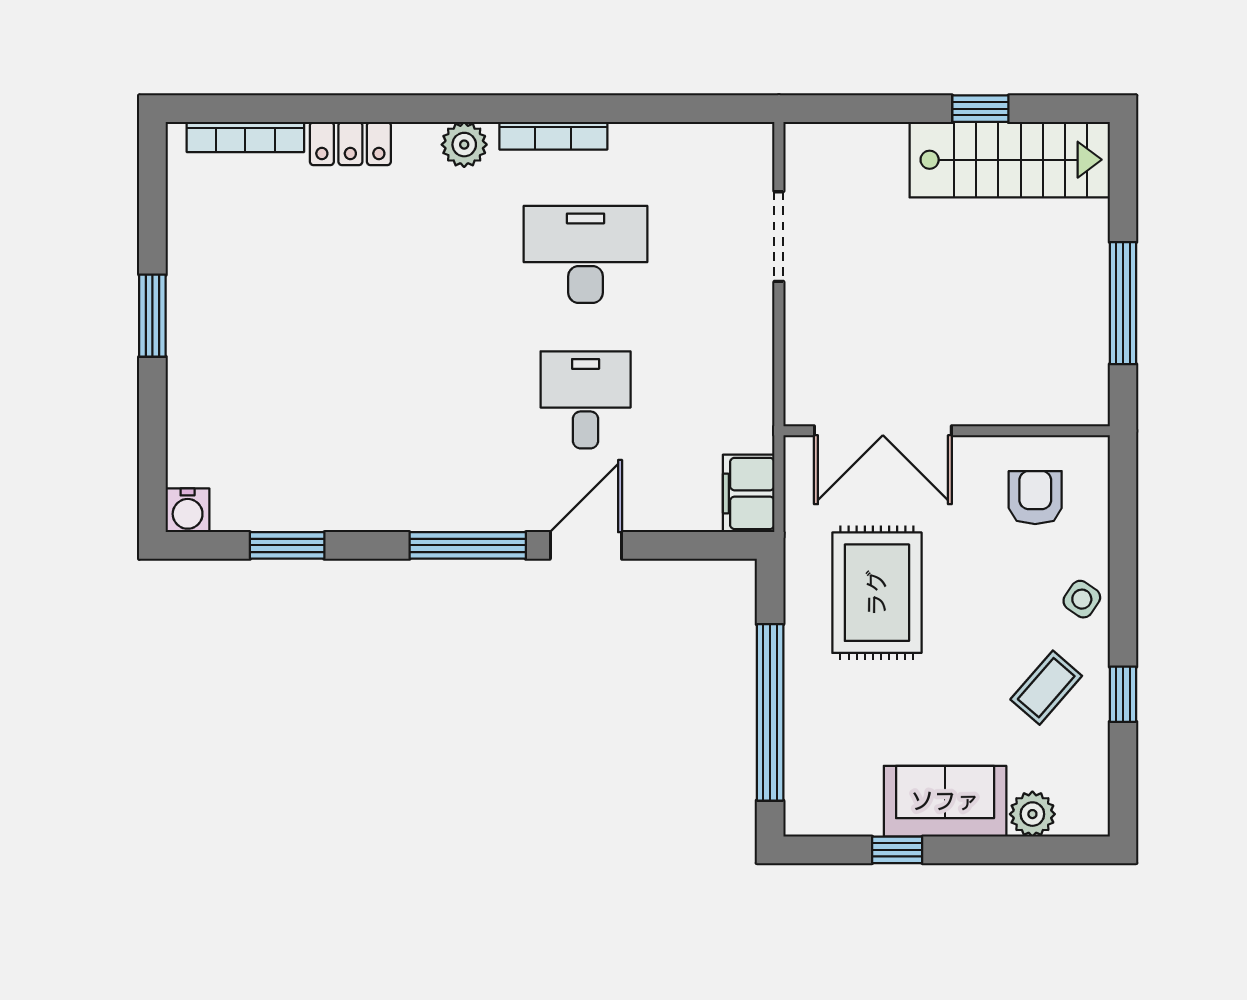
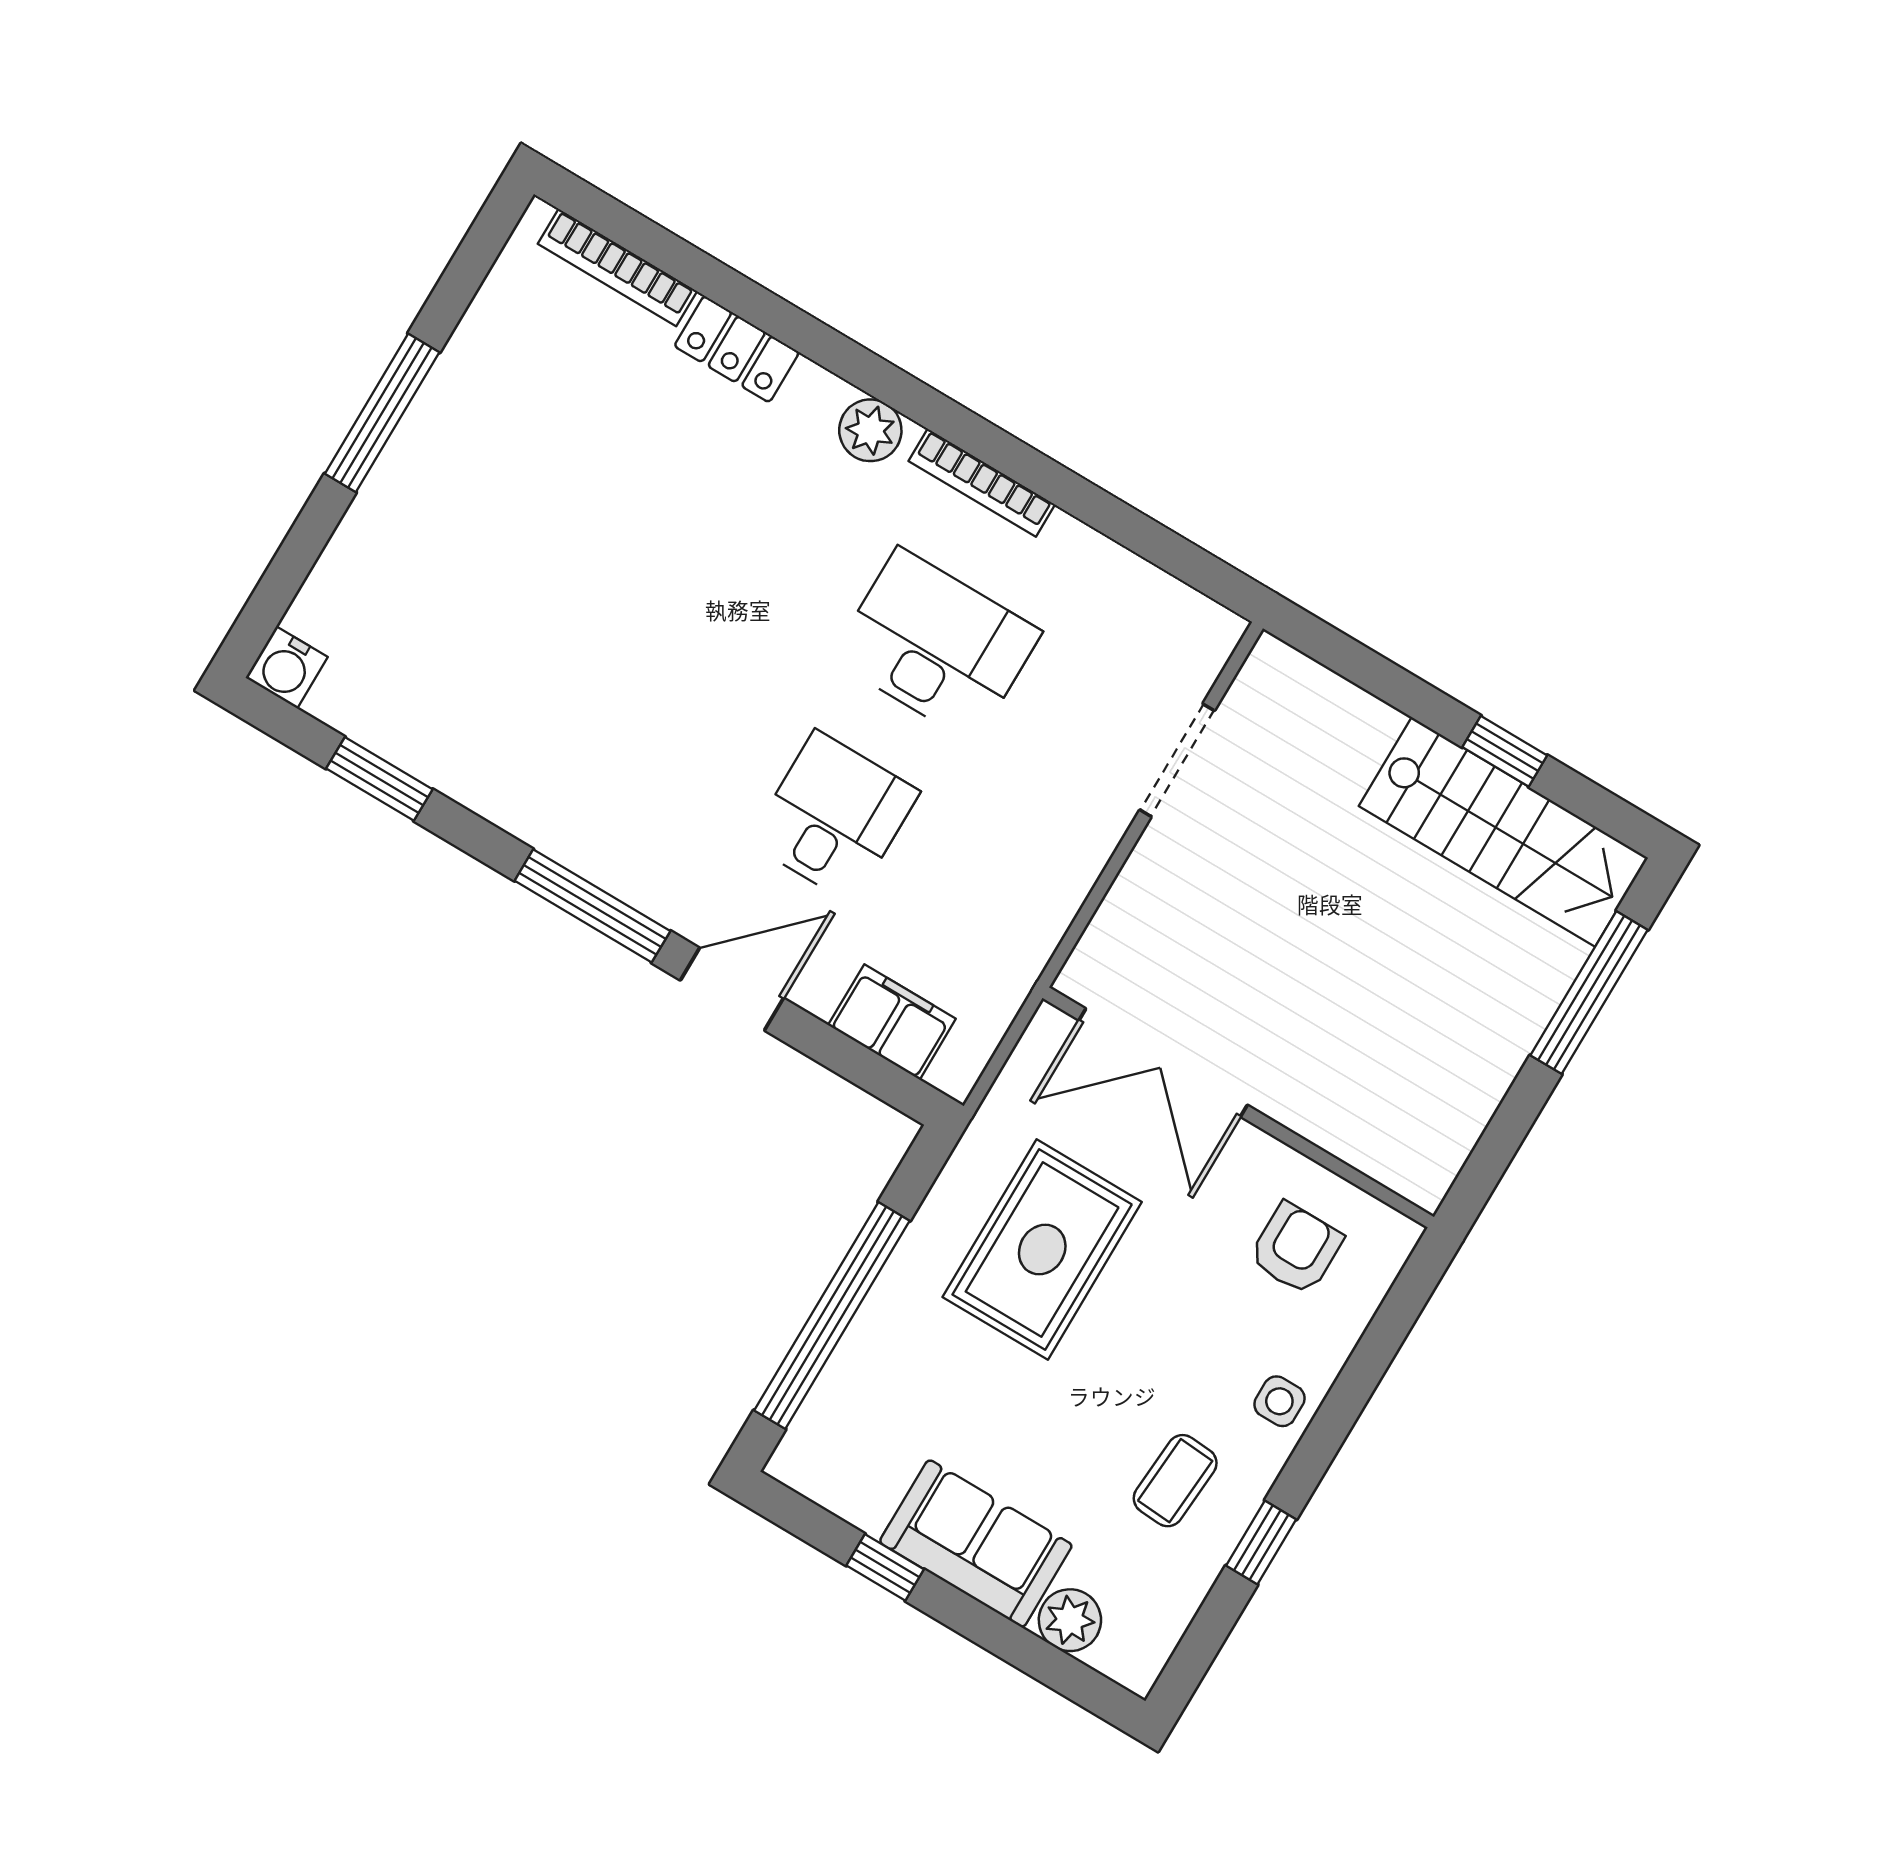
window: (1123, 303) -> (1589, 993), moved
window: (152, 316) -> (382, 413), width x1.44
filing cabinet: (749, 493) -> (892, 1022), moved, turned 90
side table: (1082, 599) -> (1279, 1401), turned -34
coffee table: (1046, 688) -> (1175, 1481), turned -37

